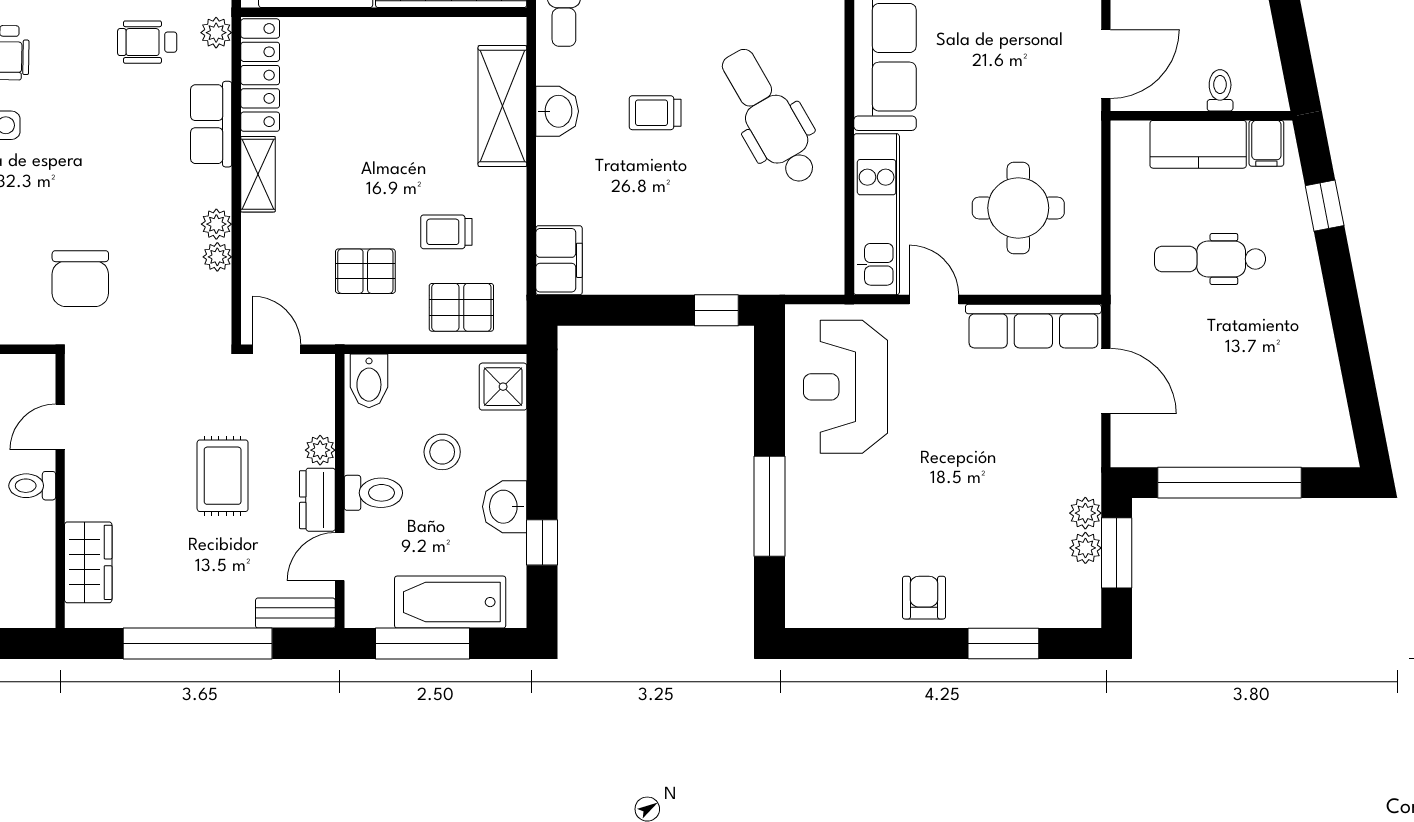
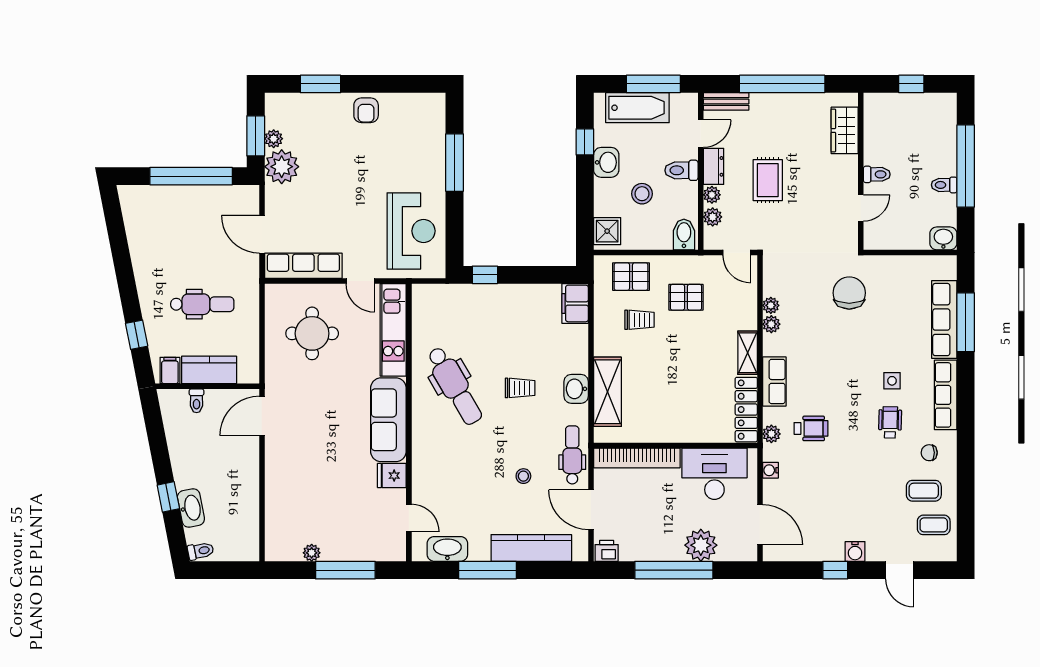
plant: (319, 411) -> (713, 217), added
plant: (1085, 513) -> (282, 167), width x1.88, depth x1.88

